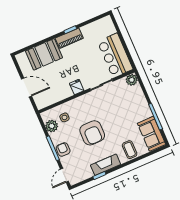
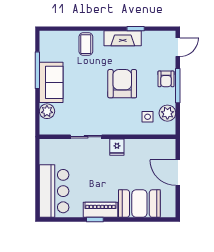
bar counter: (115, 55) -> (54, 191), moved
plant: (132, 80) -> (47, 111), moved
sofa: (152, 134) -> (51, 82), moved

